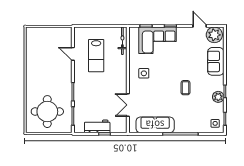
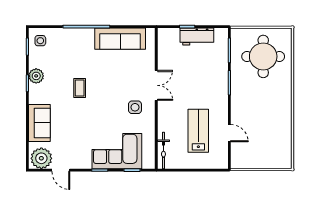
double door: (128, 105) -> (156, 85), moved

